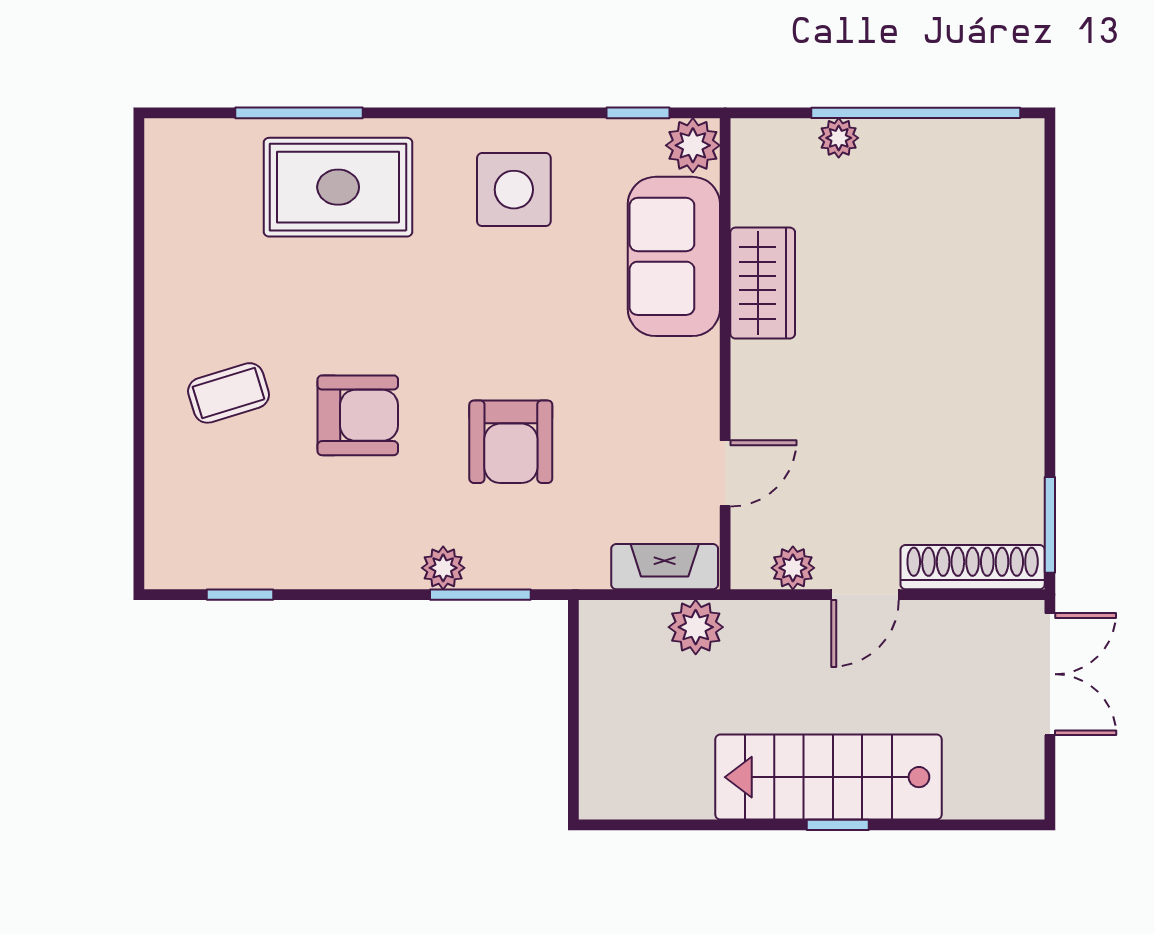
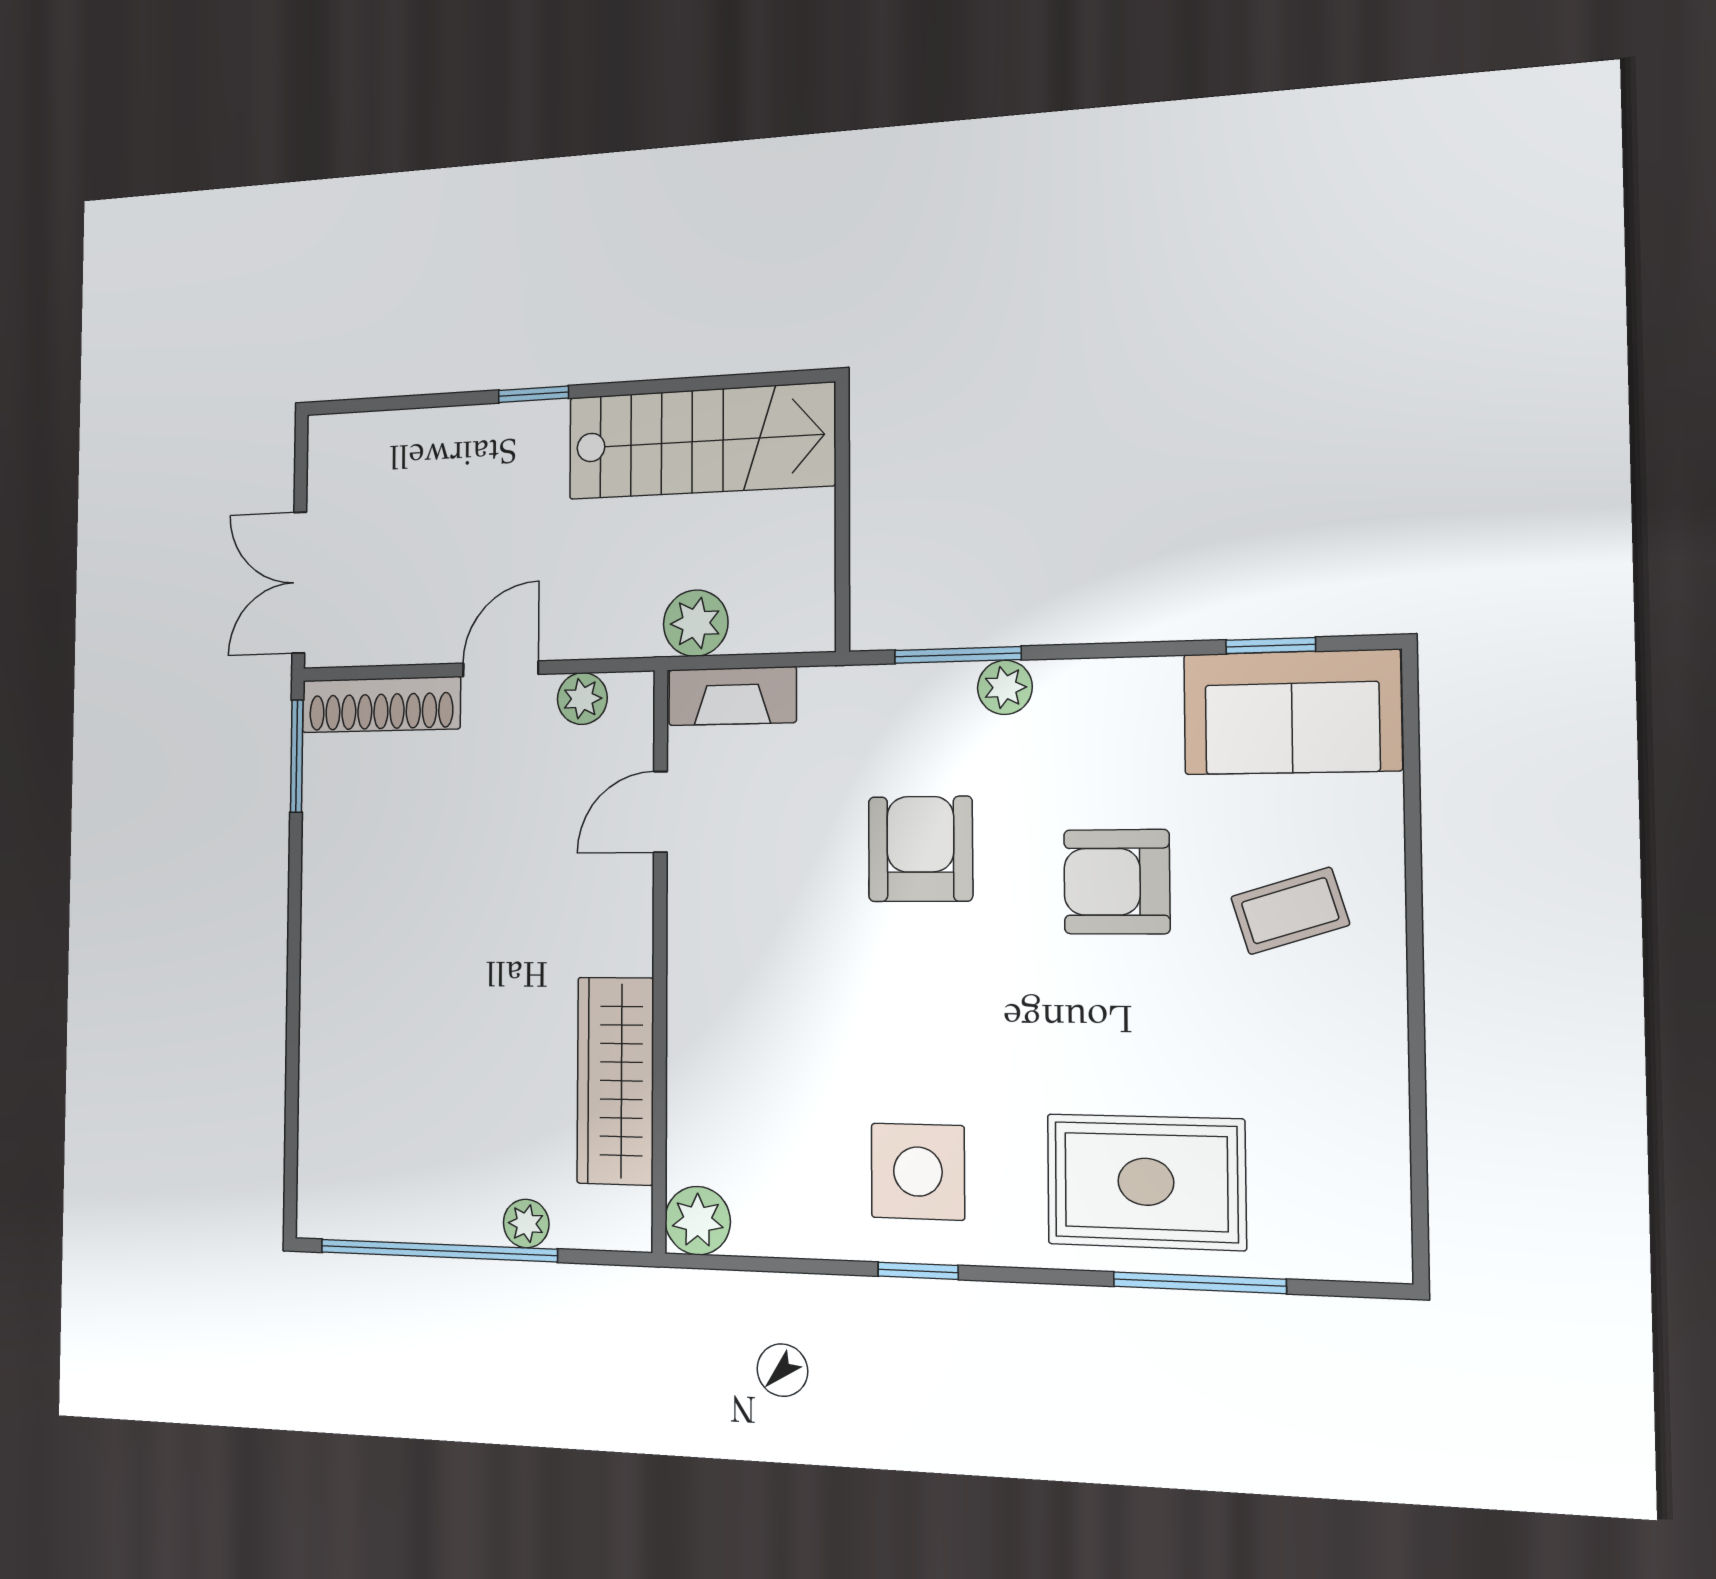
window: (638, 113) -> (918, 1271), moved
sofa: (674, 256) -> (1292, 712), moved, turned 90
wardrobe: (763, 283) -> (615, 1081), width x1.50
stairs: (828, 777) -> (701, 441), moved

